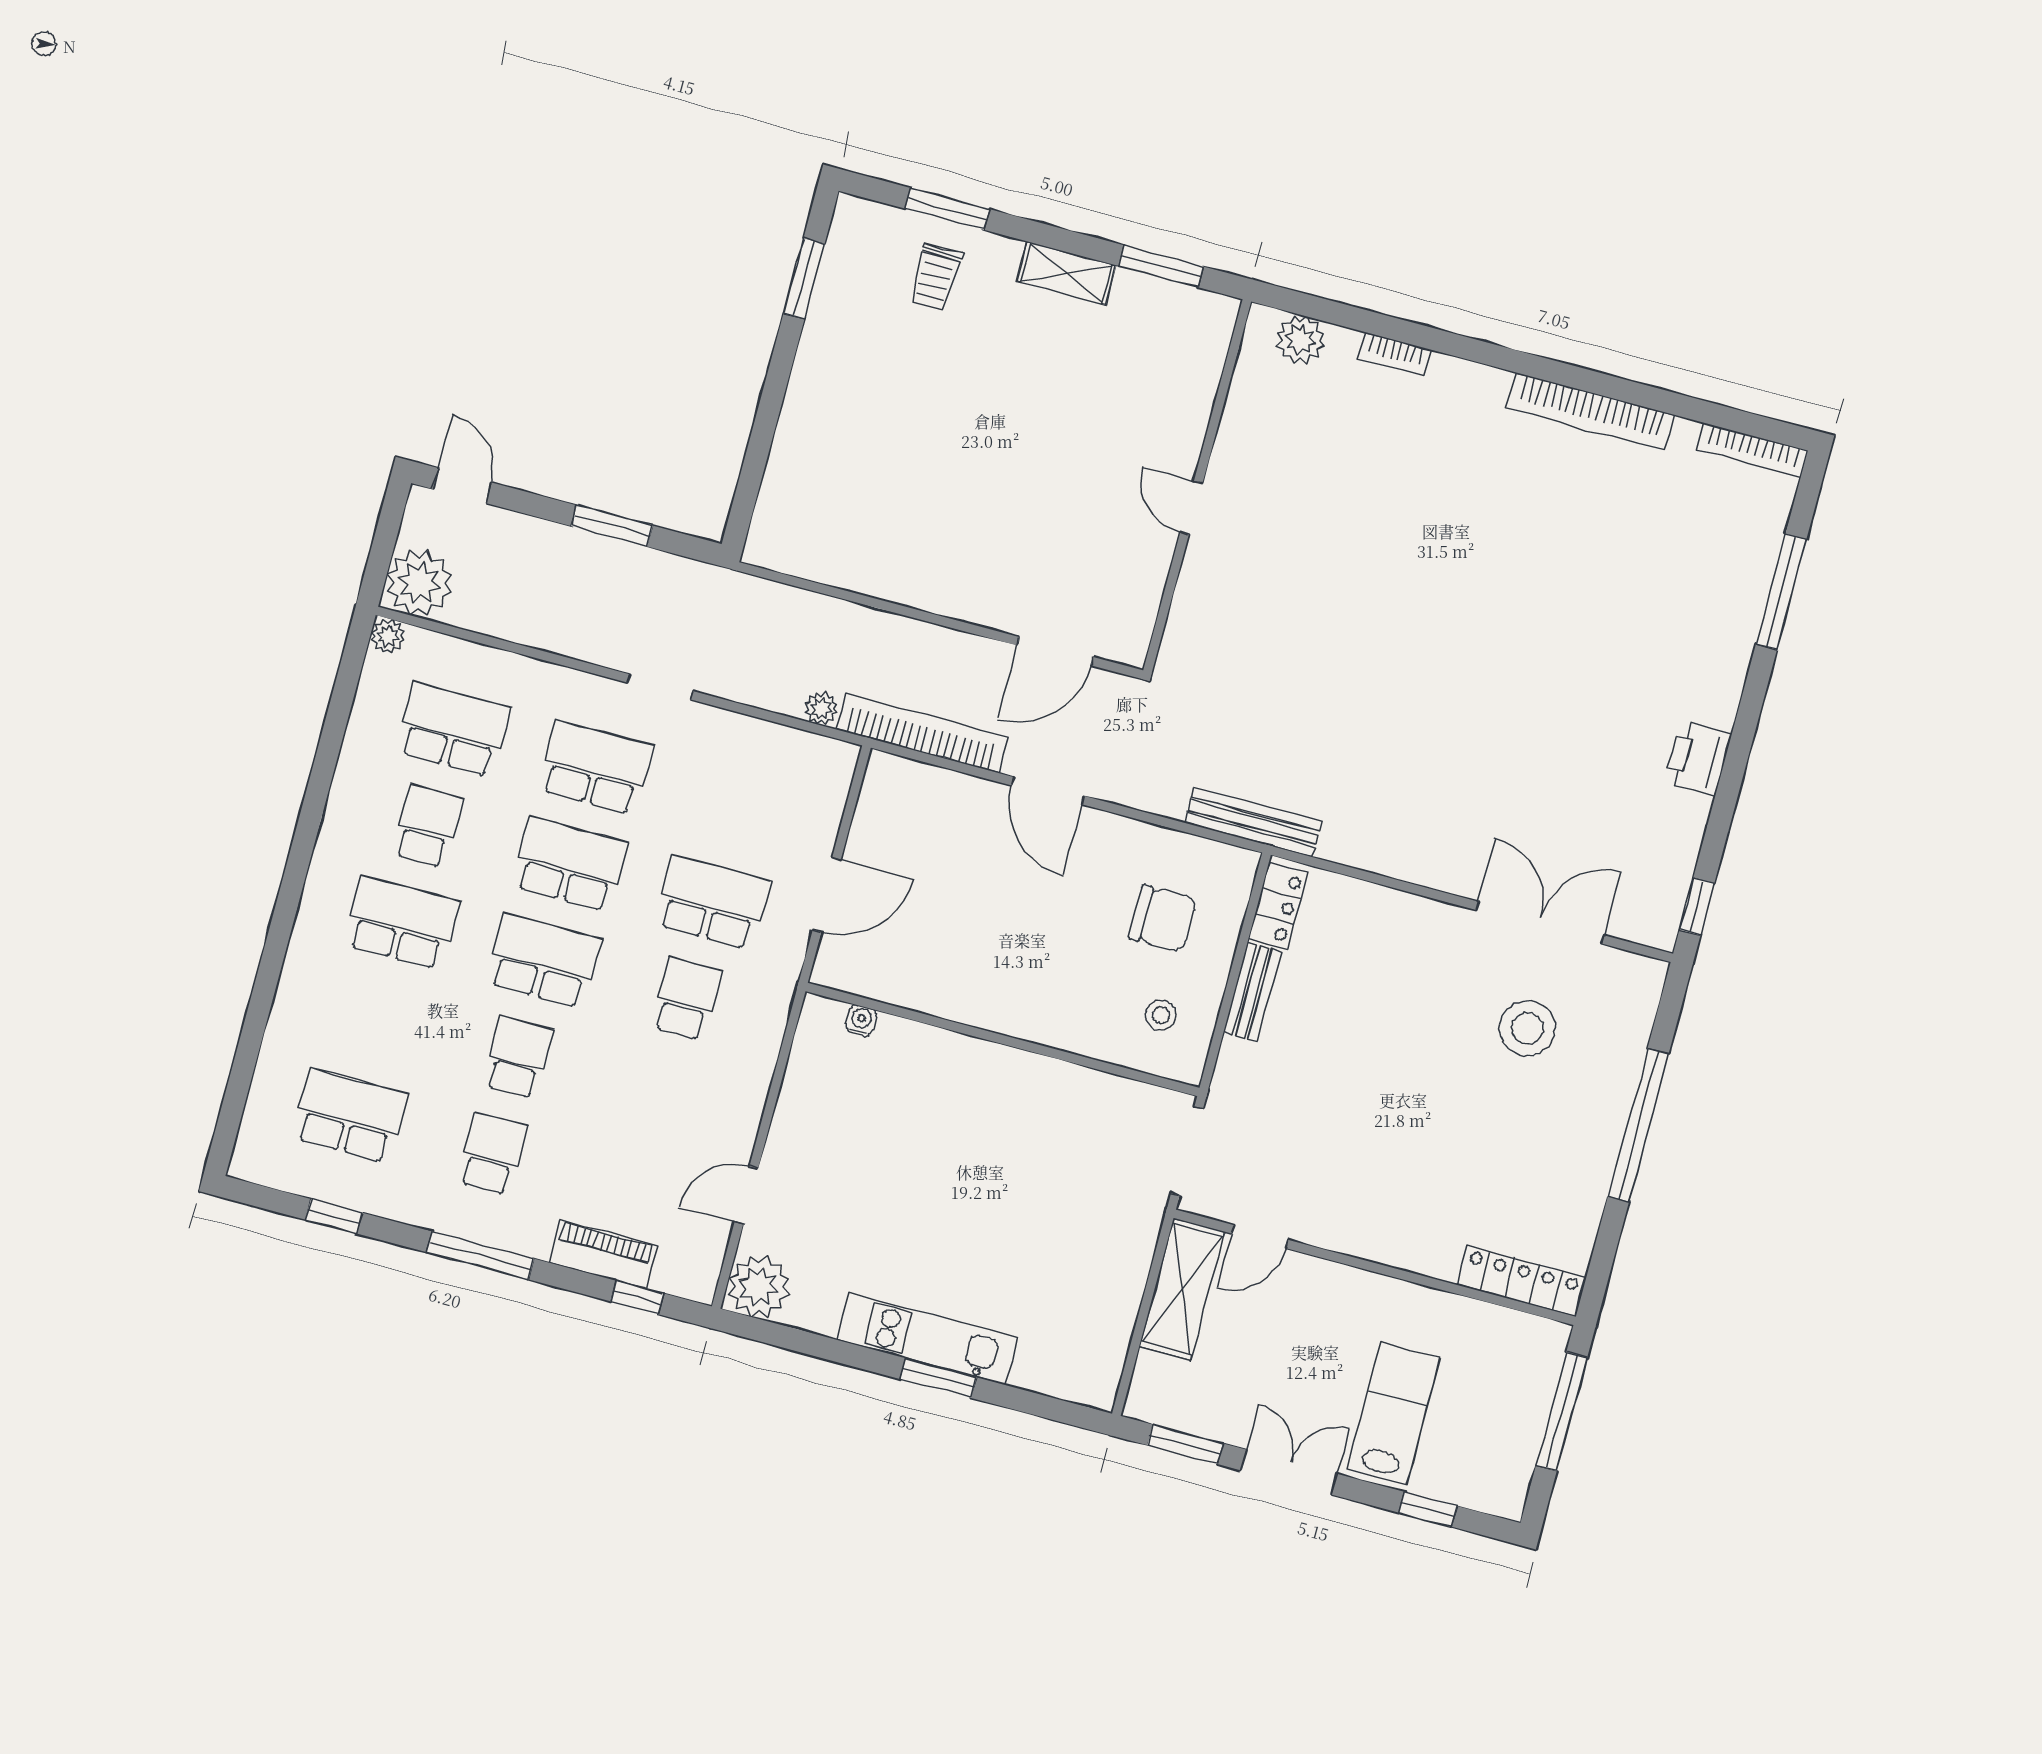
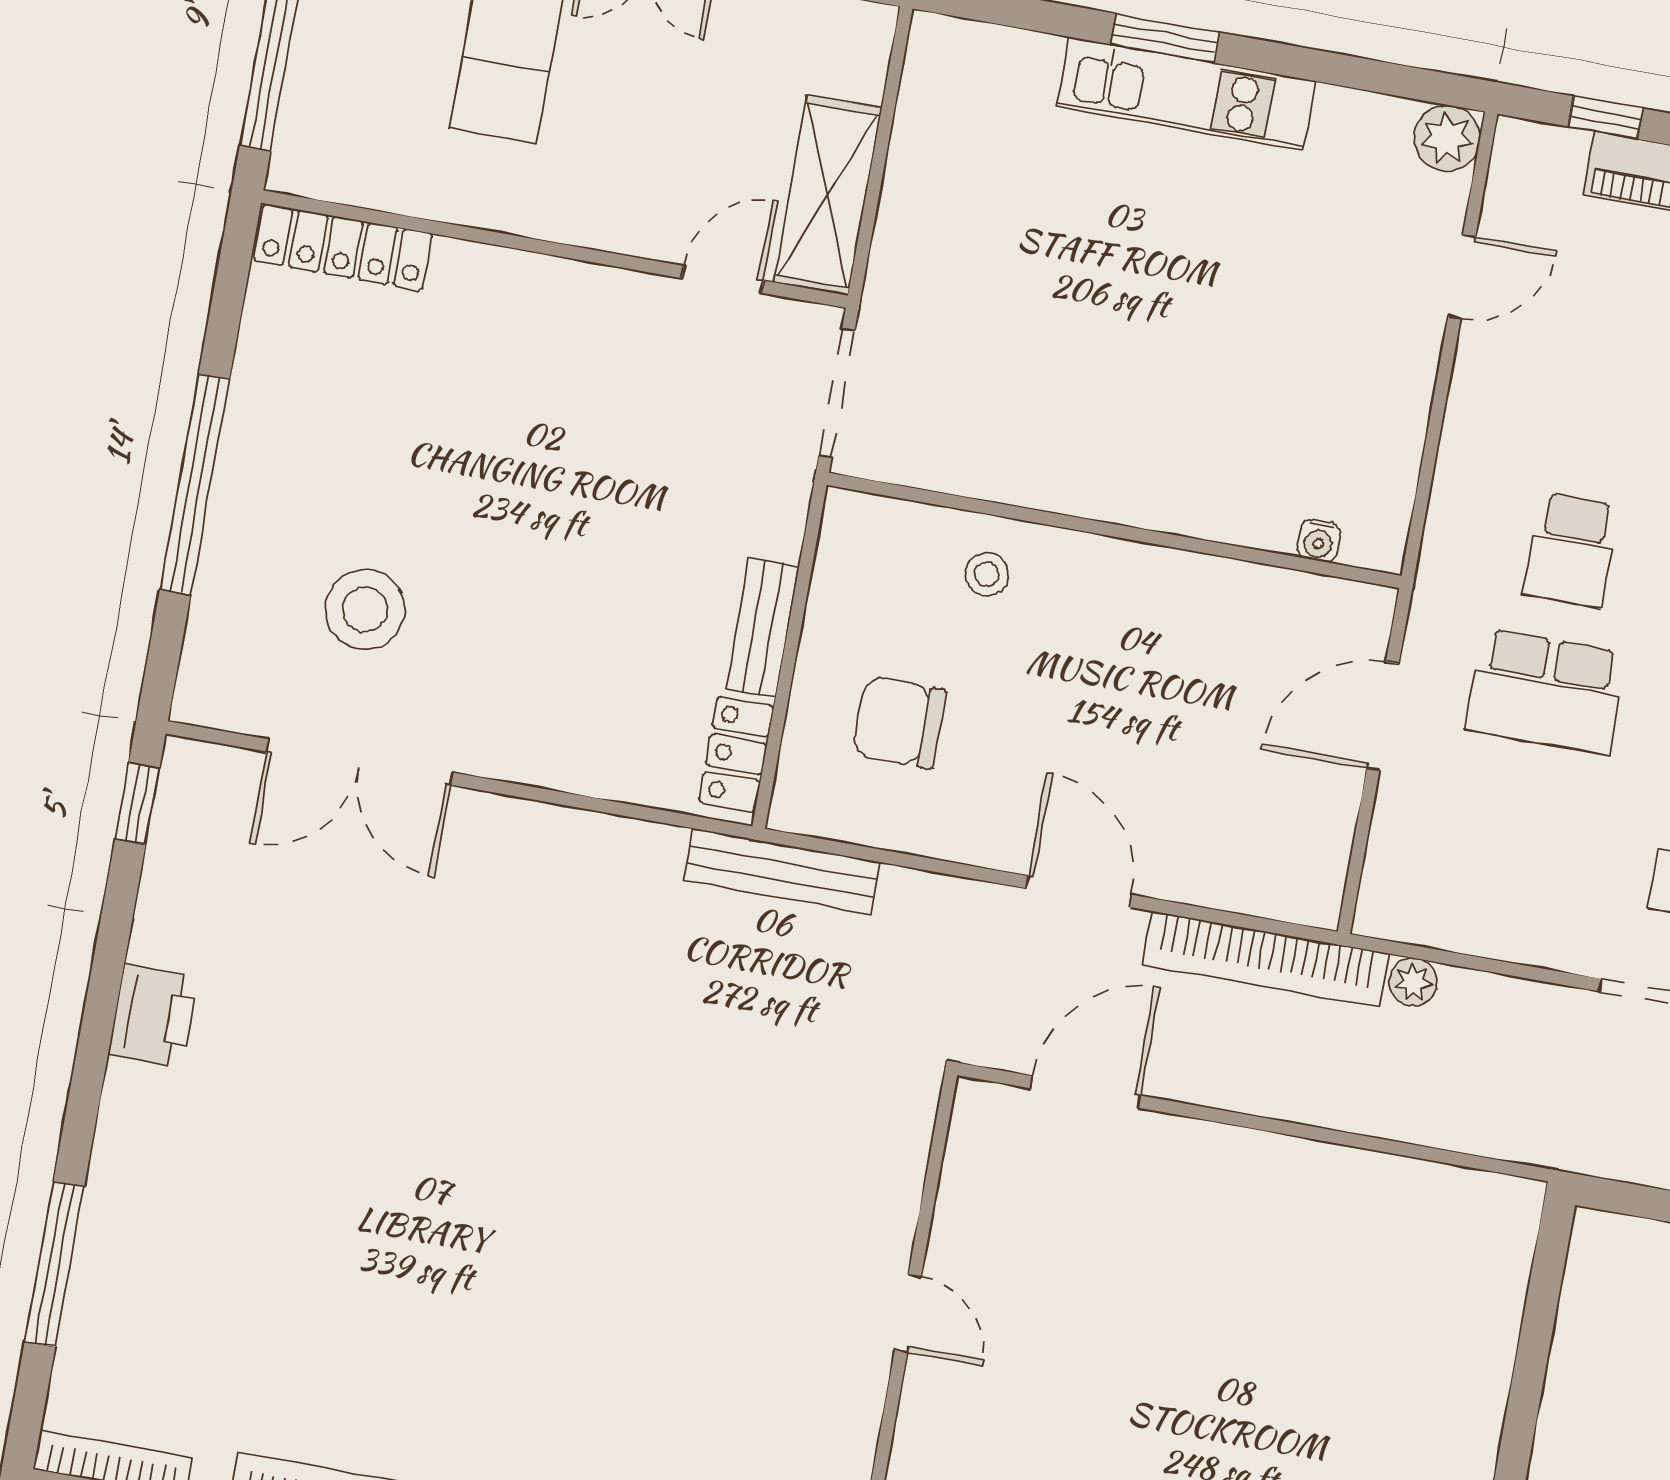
stool: (1161, 1015) -> (987, 574), moved
plant: (759, 1286) -> (1447, 138), width x0.73, depth x0.73

